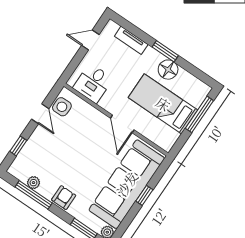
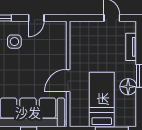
desk: (93, 83) -> (83, 40), removed
side table: (62, 107) -> (14, 42), moved

